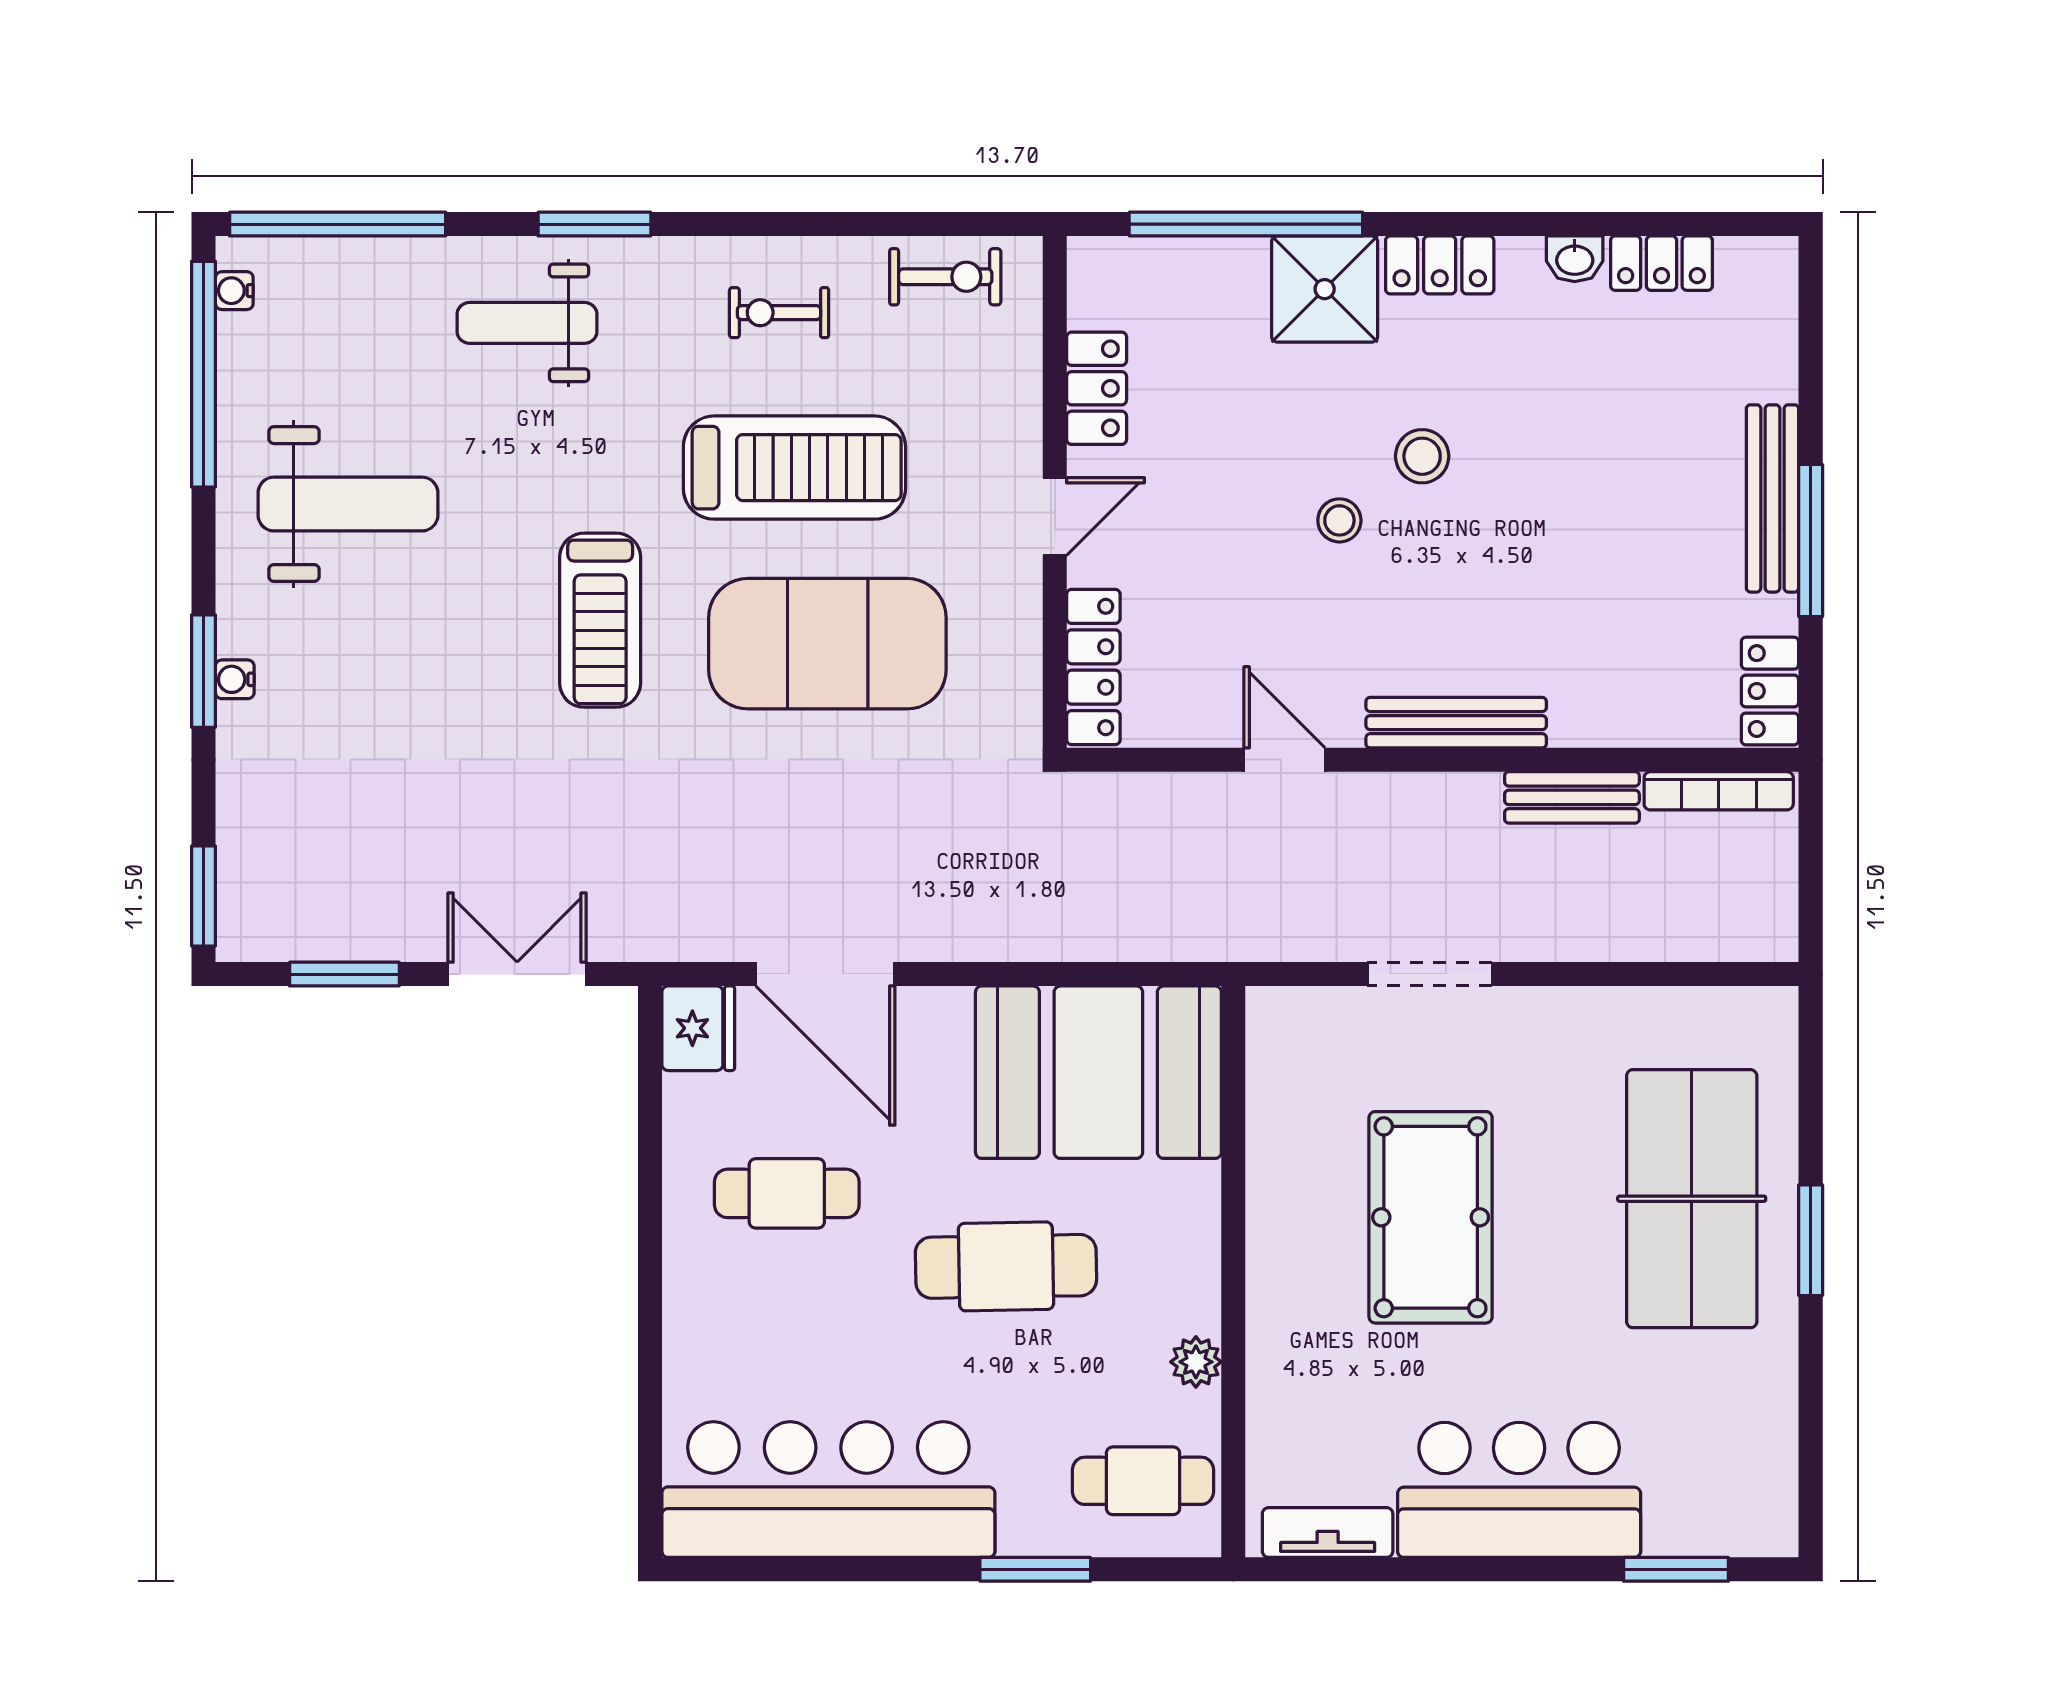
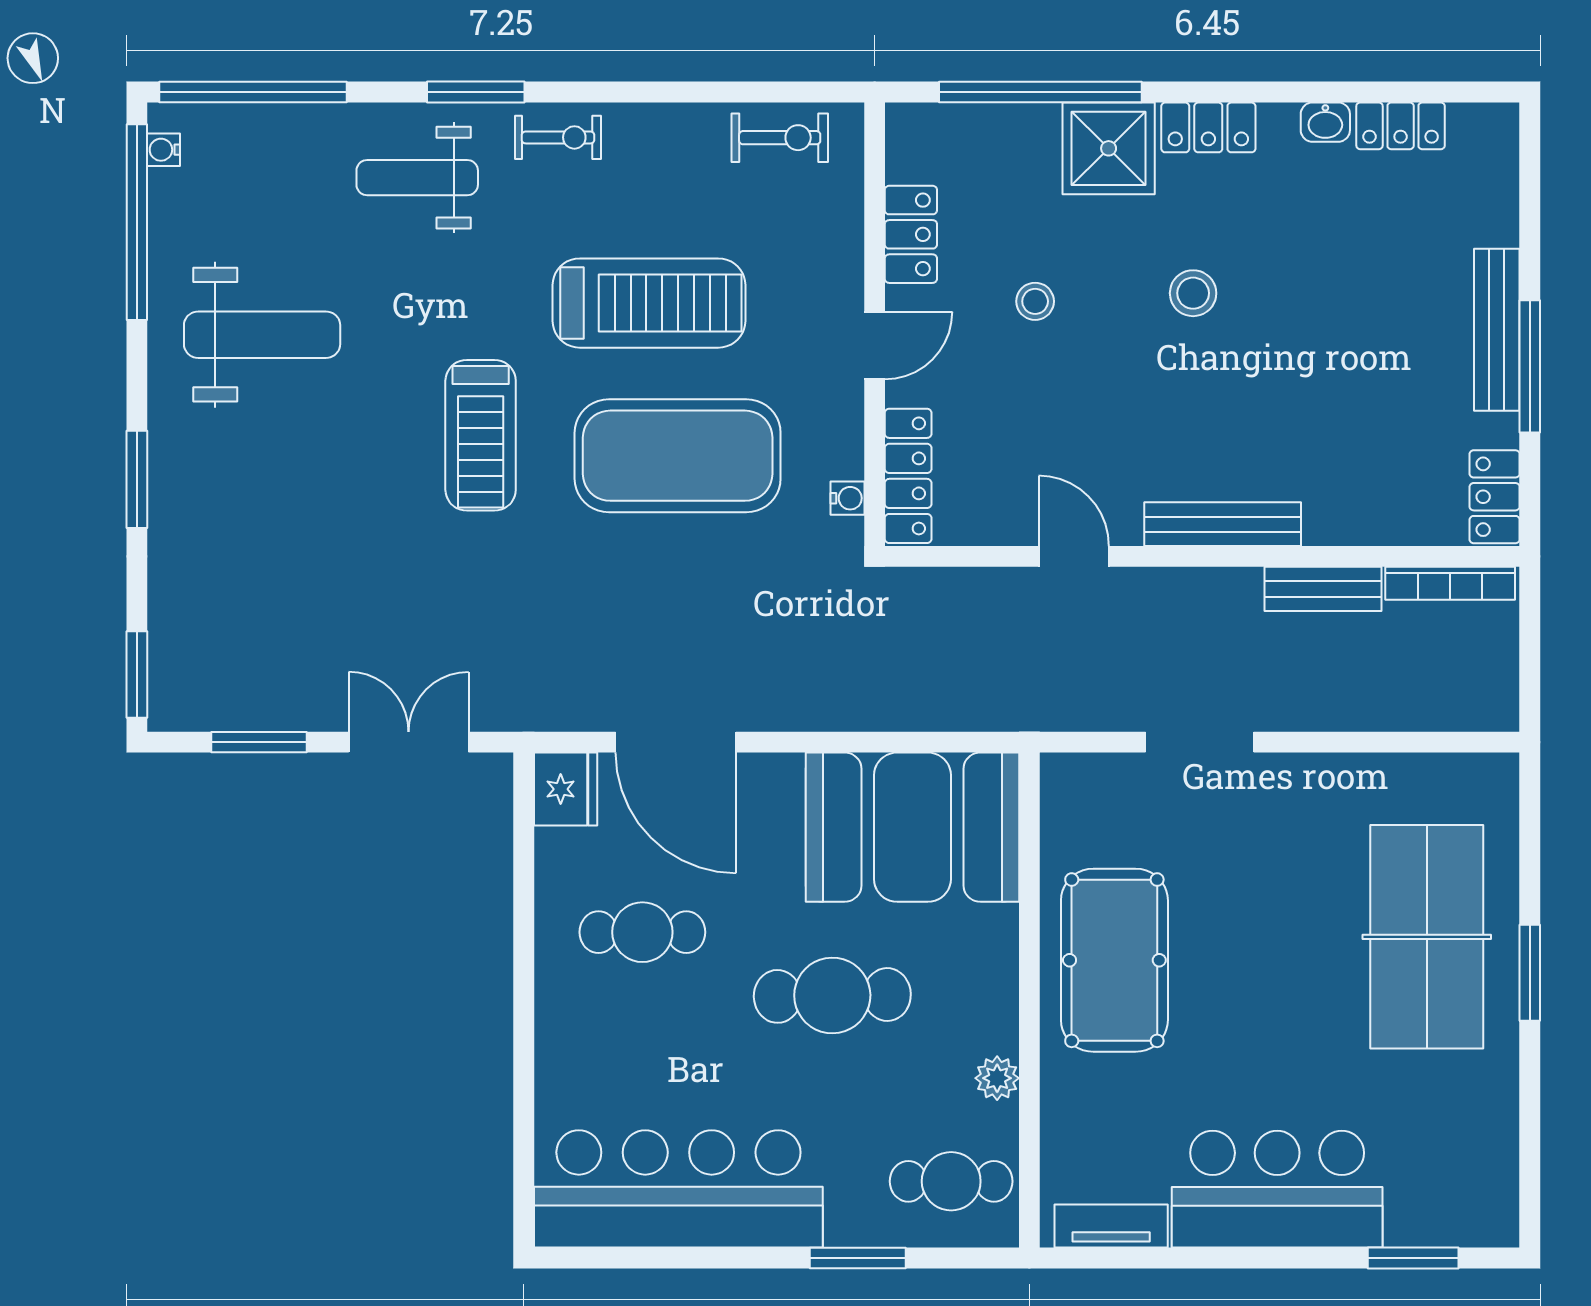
exercise bike: (779, 313) -> (558, 137), moved, turned 180
stool: (1339, 520) -> (1035, 301), moved
water cooler: (235, 679) -> (848, 498), moved, turned 180
pool table: (1431, 1217) -> (1114, 960), moved

